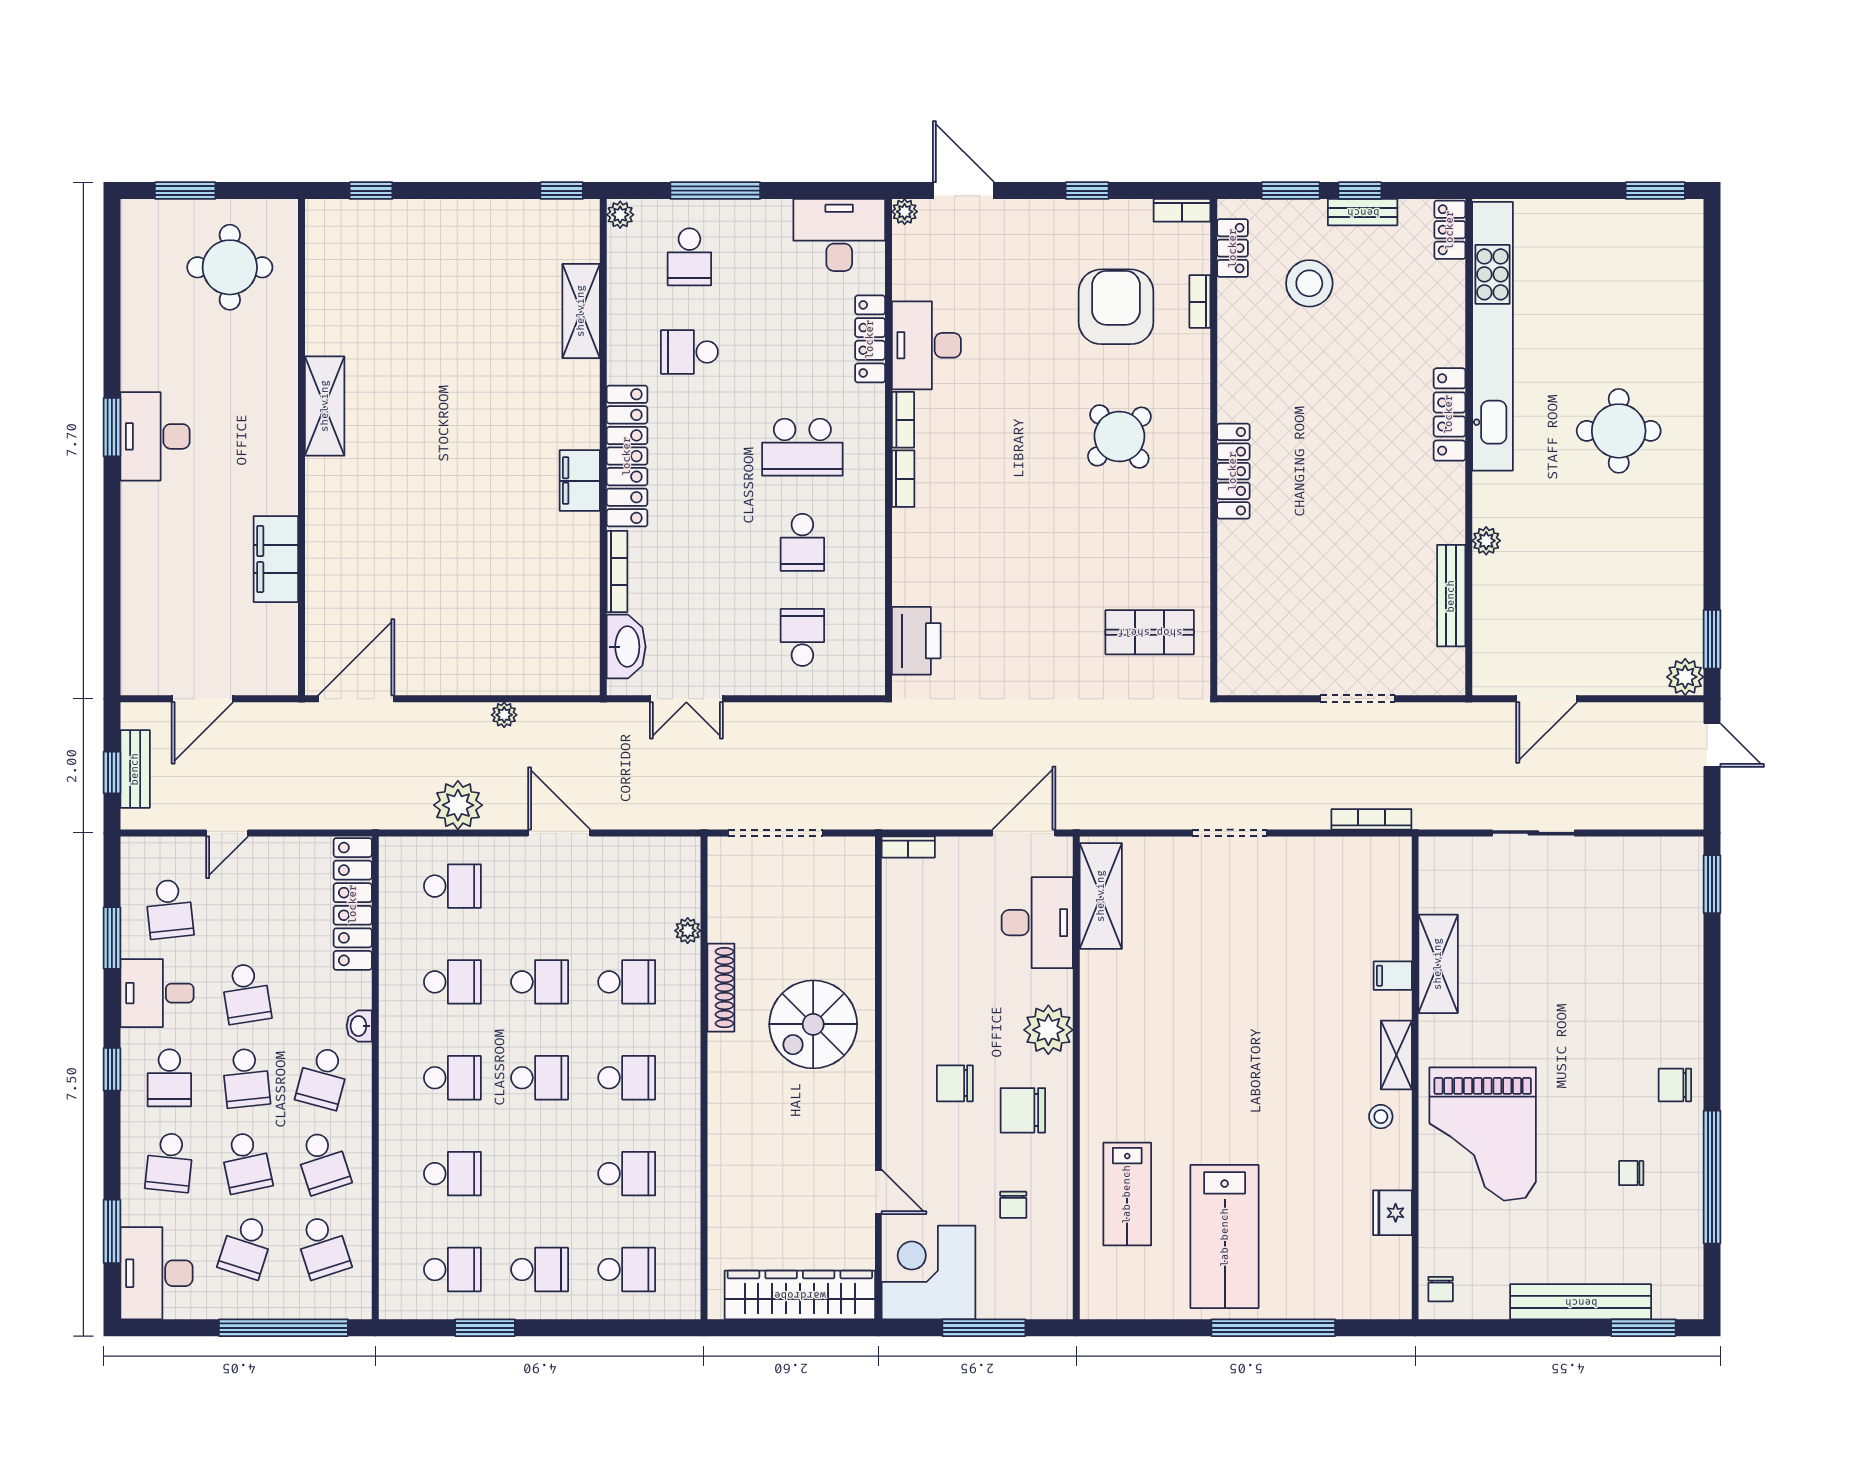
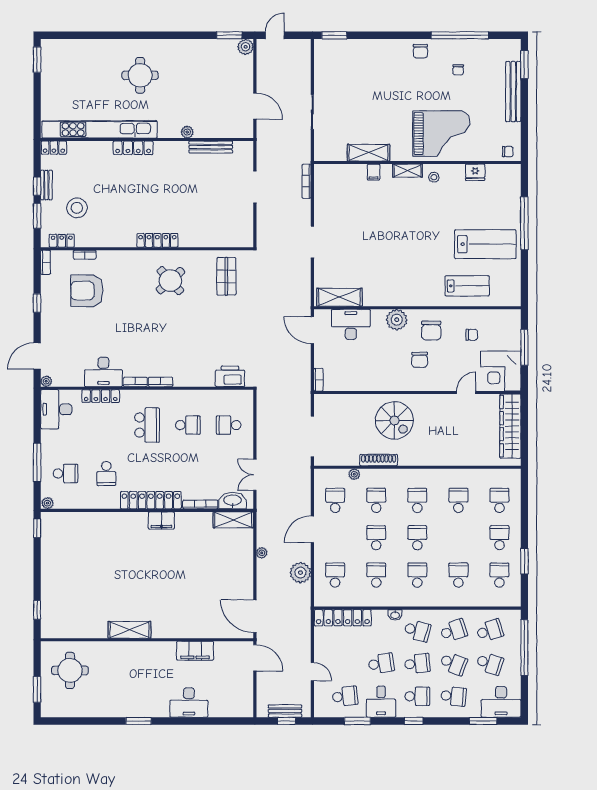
shelving: (581, 311) -> (233, 520), moved
desk: (155, 436) -> (189, 702), moved
round table: (1119, 437) -> (170, 281), moved
door: (202, 699) -> (255, 658), moved
double door: (686, 699) -> (255, 475), swing flipped
school desk: (627, 886) -> (335, 500), added
school desk: (246, 1162) -> (453, 663), turned 33

